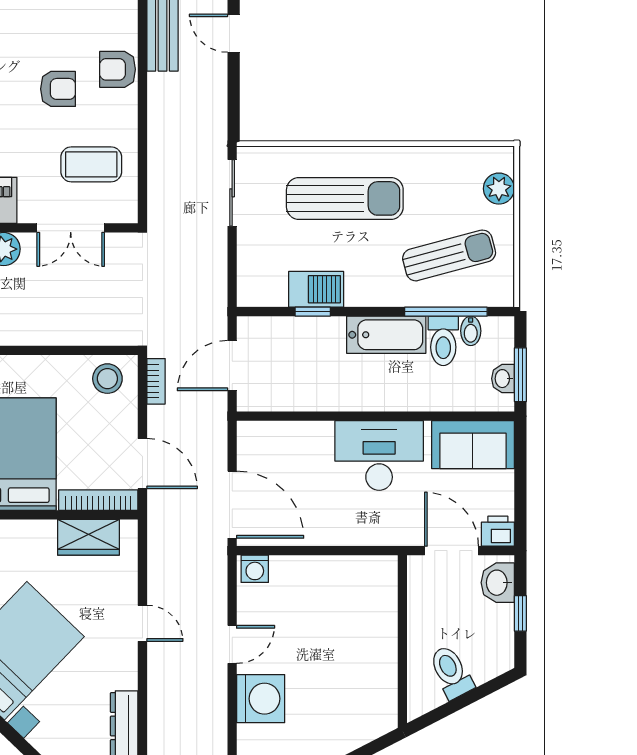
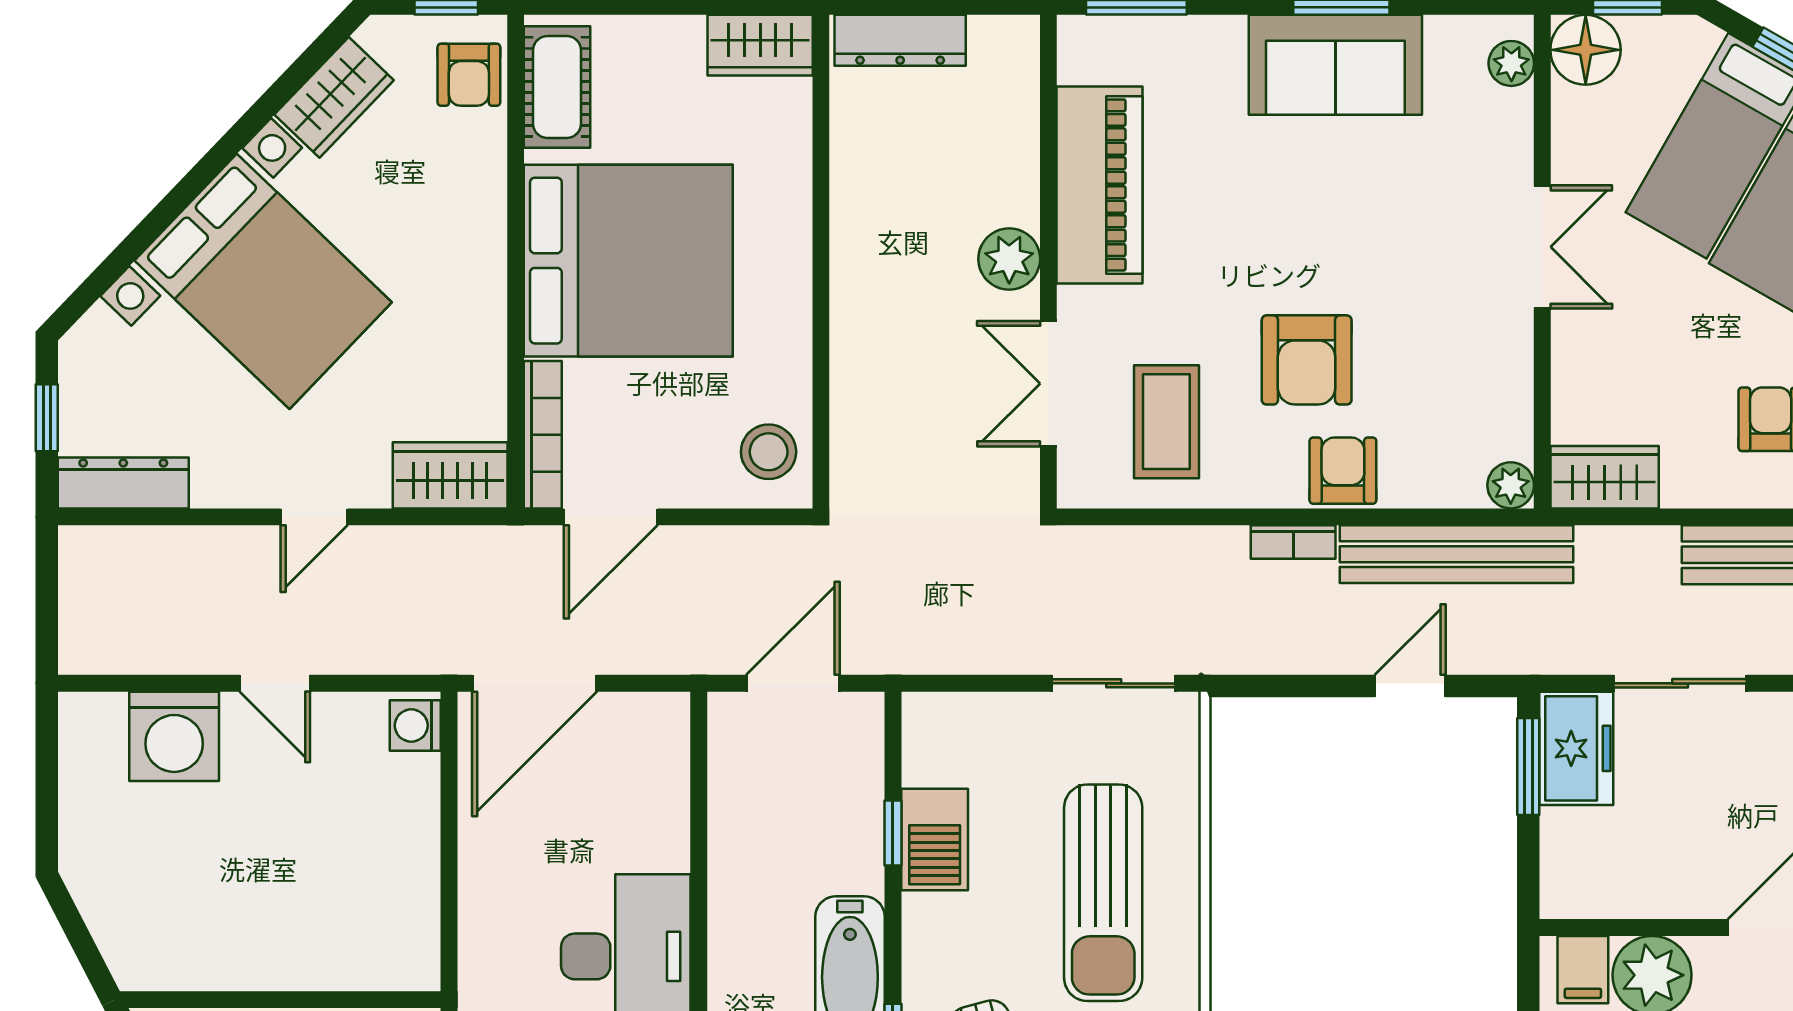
armchair: (58, 89) -> (1307, 360), width x1.38, depth x1.38
door: (232, 366) -> (793, 683), hinge flipped
bookcase: (156, 381) -> (1293, 542), moved
wardrobe: (88, 537) -> (450, 475), moved, turned 90

